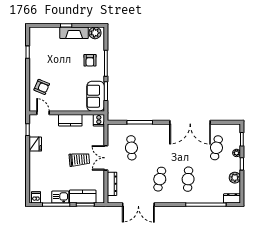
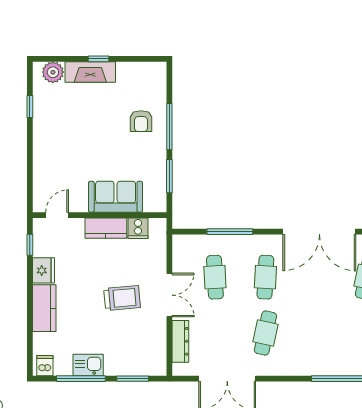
fireplace: (74, 33) -> (90, 72), moved
plant: (95, 33) -> (53, 72), moved
armchair: (42, 87) -> (55, 169), removed
sofa: (96, 96) -> (116, 197), moved, turned 90
door: (43, 113) -> (57, 215), hinge flipped
cooker: (99, 120) -> (138, 228), moved
double door: (106, 158) -> (169, 295), swing flipped
cafe table: (188, 179) -> (265, 277), moved
kitchen counter: (83, 197) -> (44, 308), moved, turned 90

